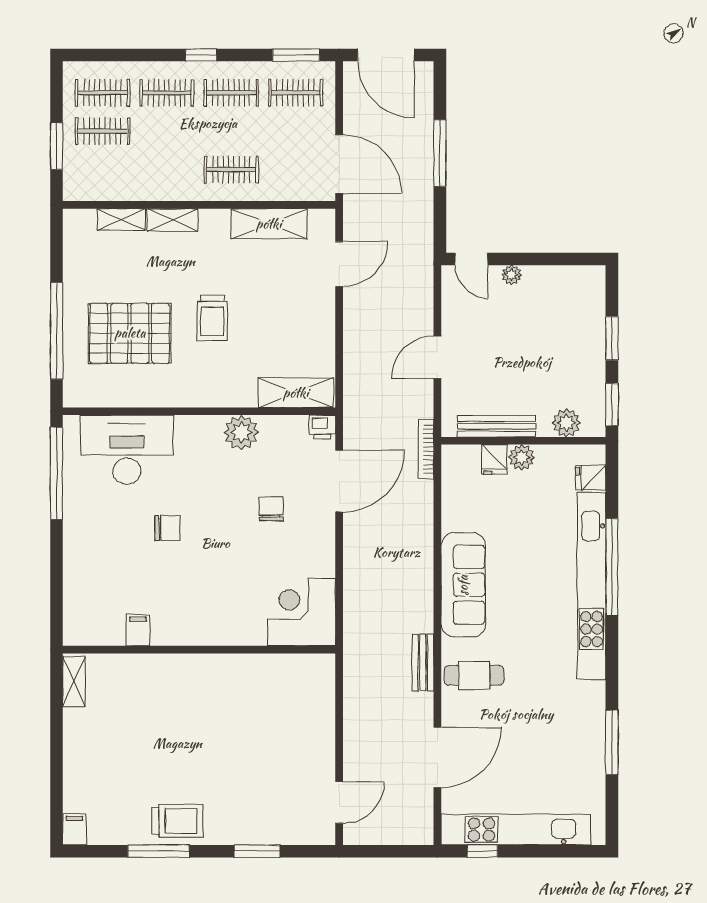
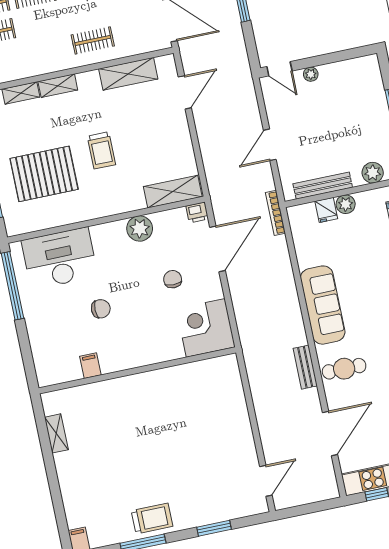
corner desk: (302, 612) -> (206, 328), moved
filing cabinet: (138, 630) -> (90, 366), moved
wall: (199, 650) -> (137, 370), moved

